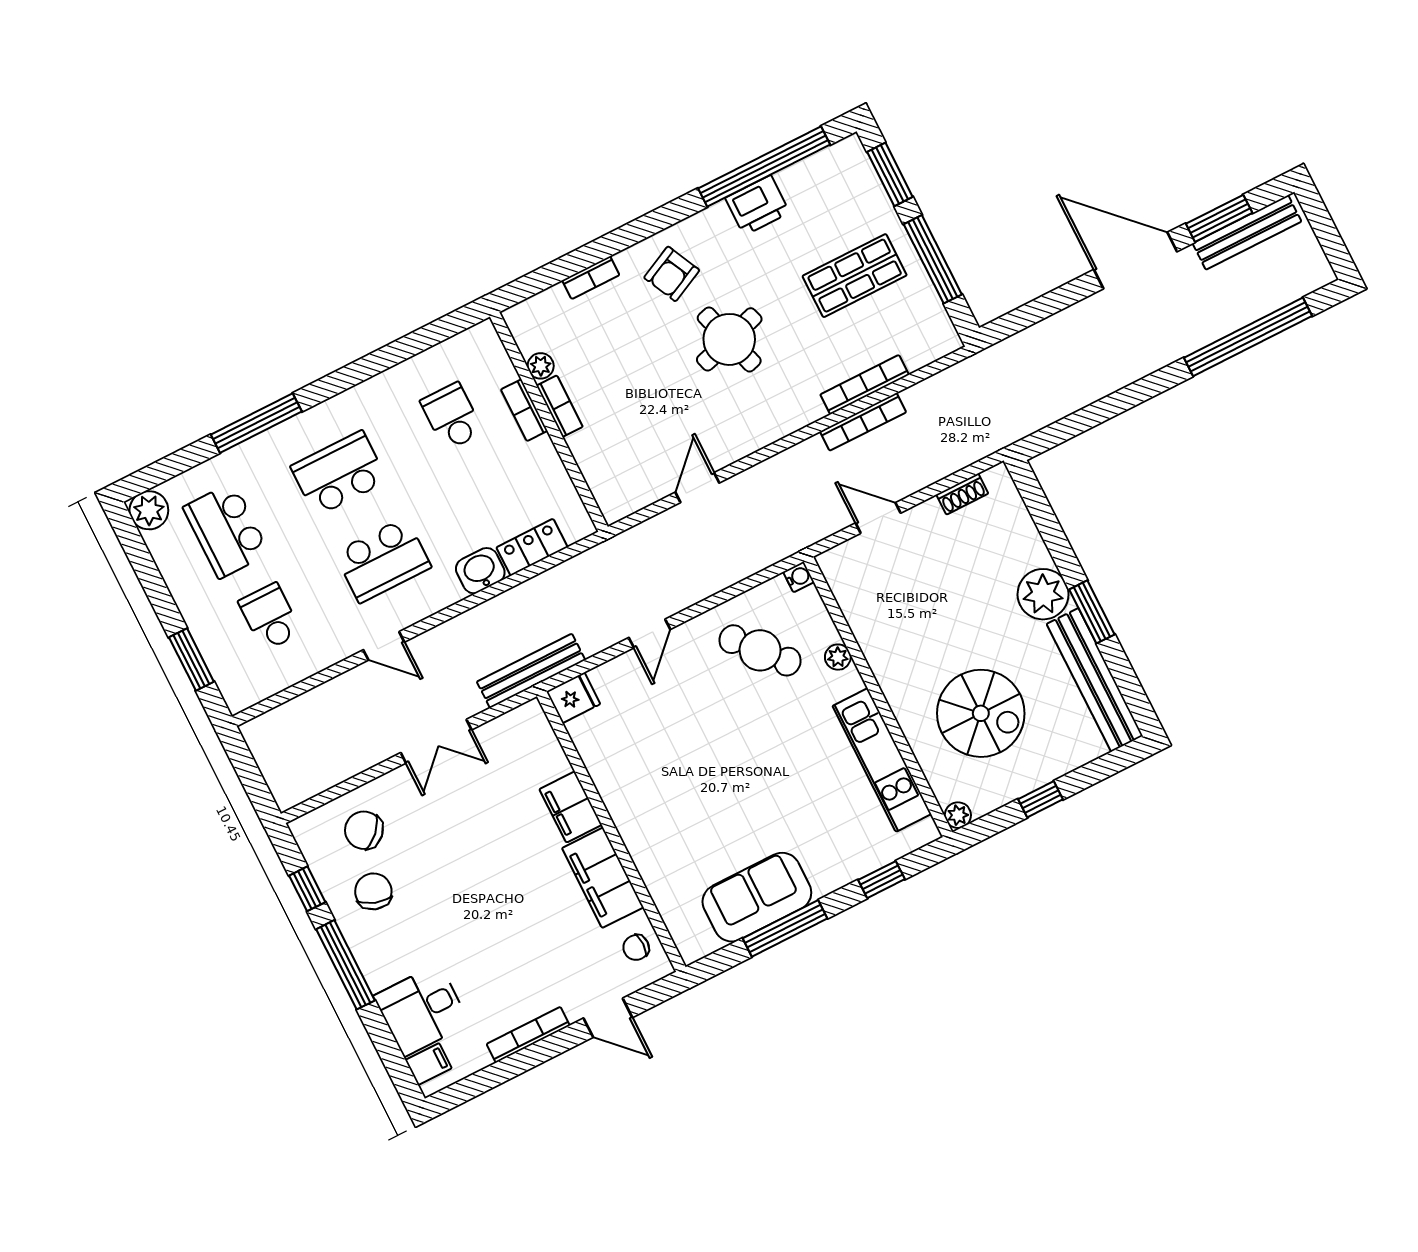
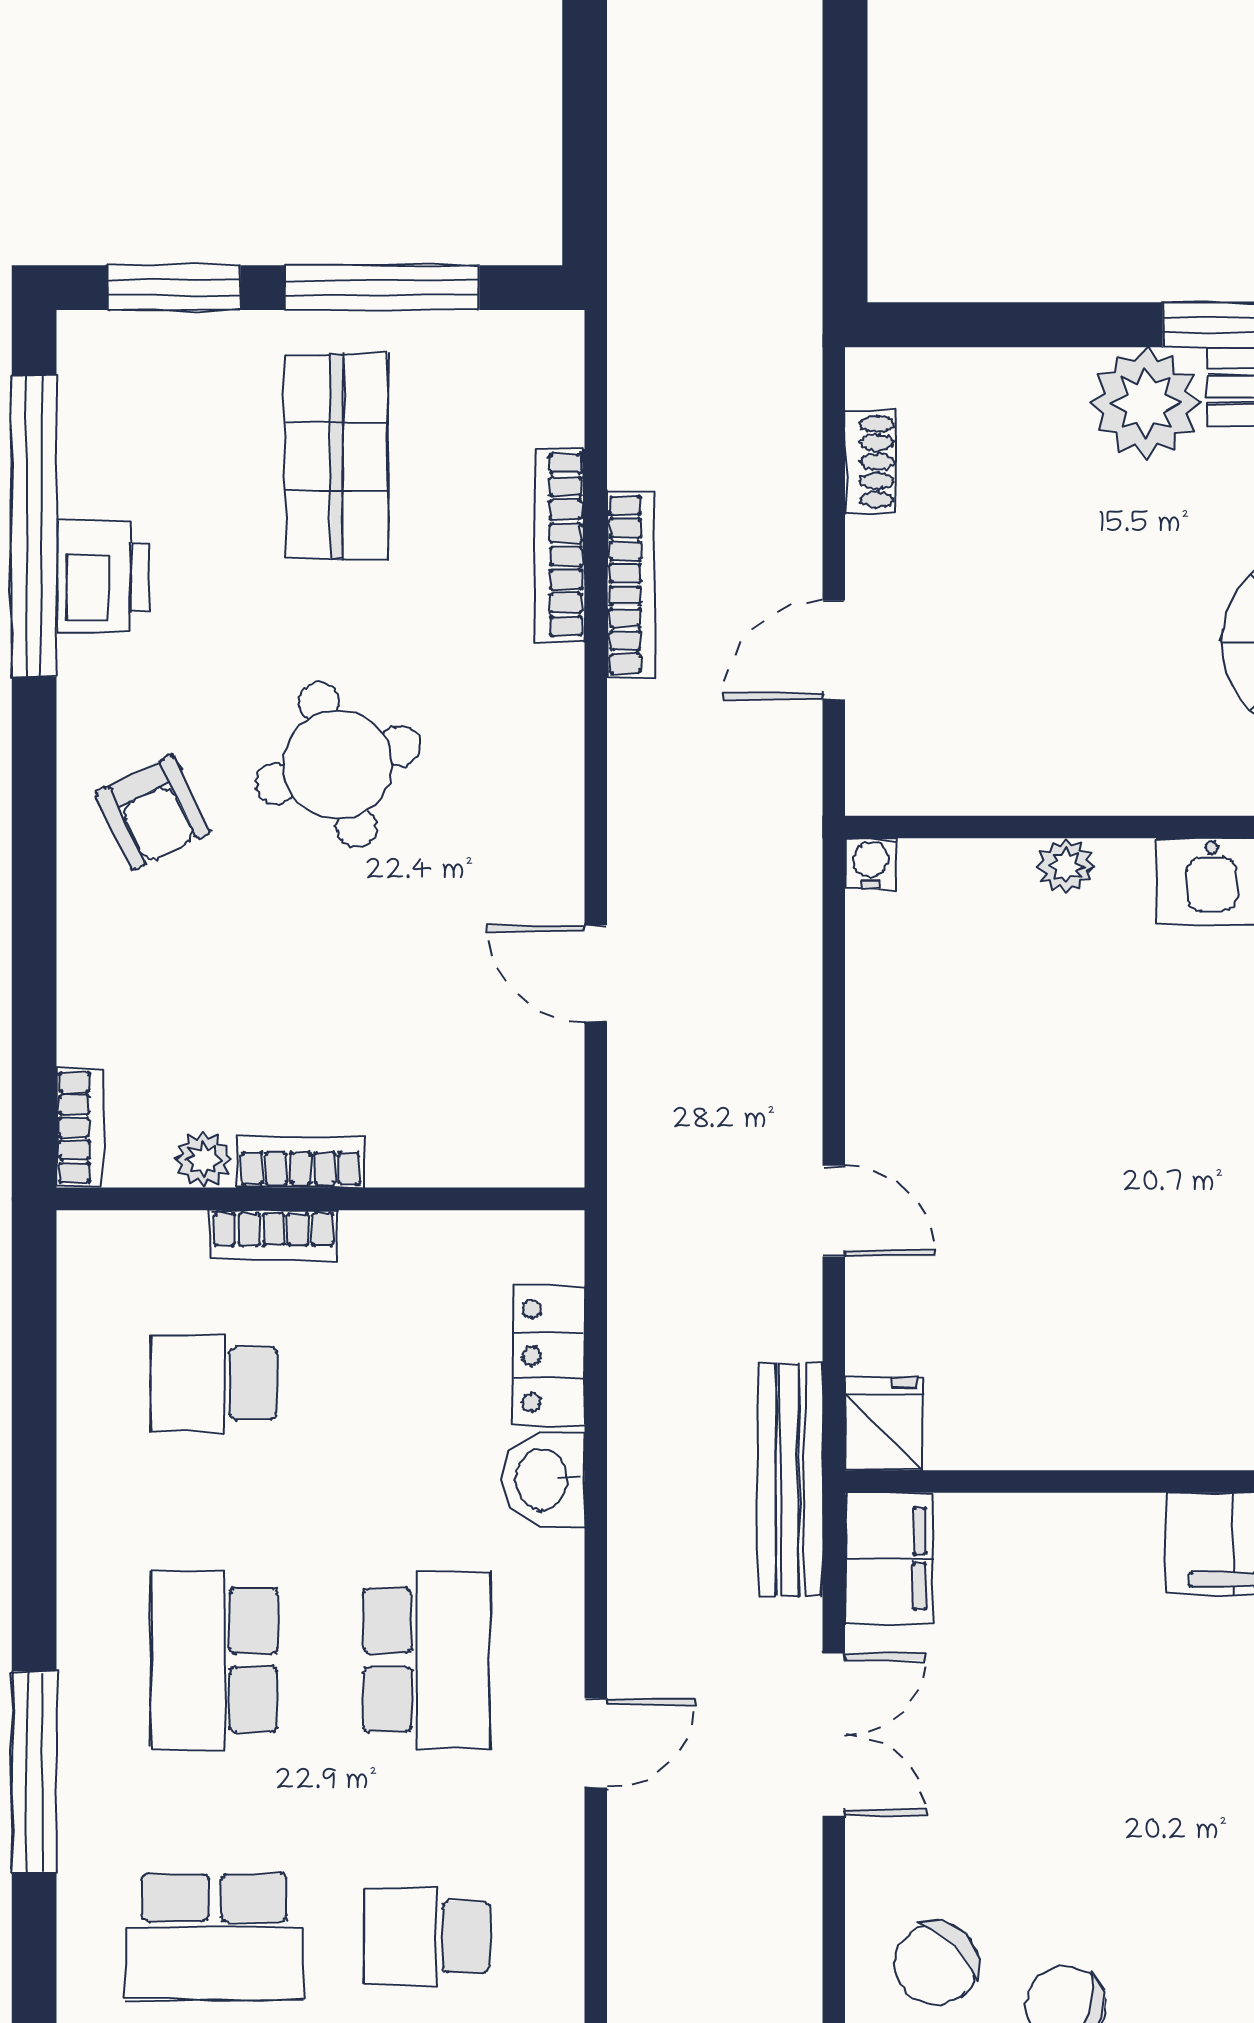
bookcase: (591, 278) -> (80, 1127), moved
cafe table: (760, 650) -> (976, 1012), removed
filing cabinet: (571, 807) -> (889, 1559), moved, turned -90

